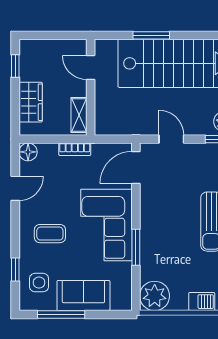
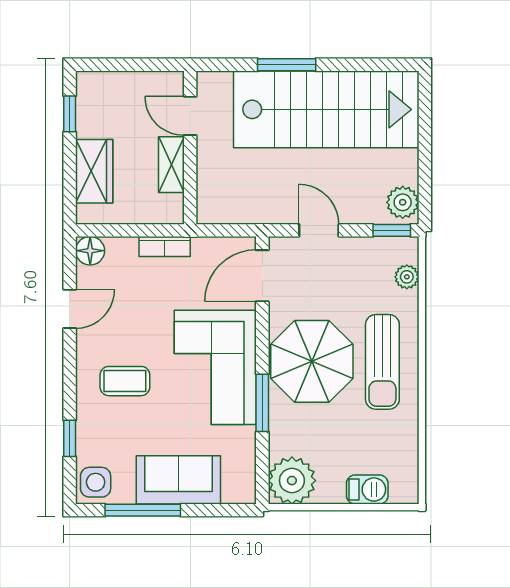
shelving: (79, 115) -> (171, 165), moved
parasol: (167, 221) -> (312, 361), added
side table: (39, 283) -> (96, 482), moved

